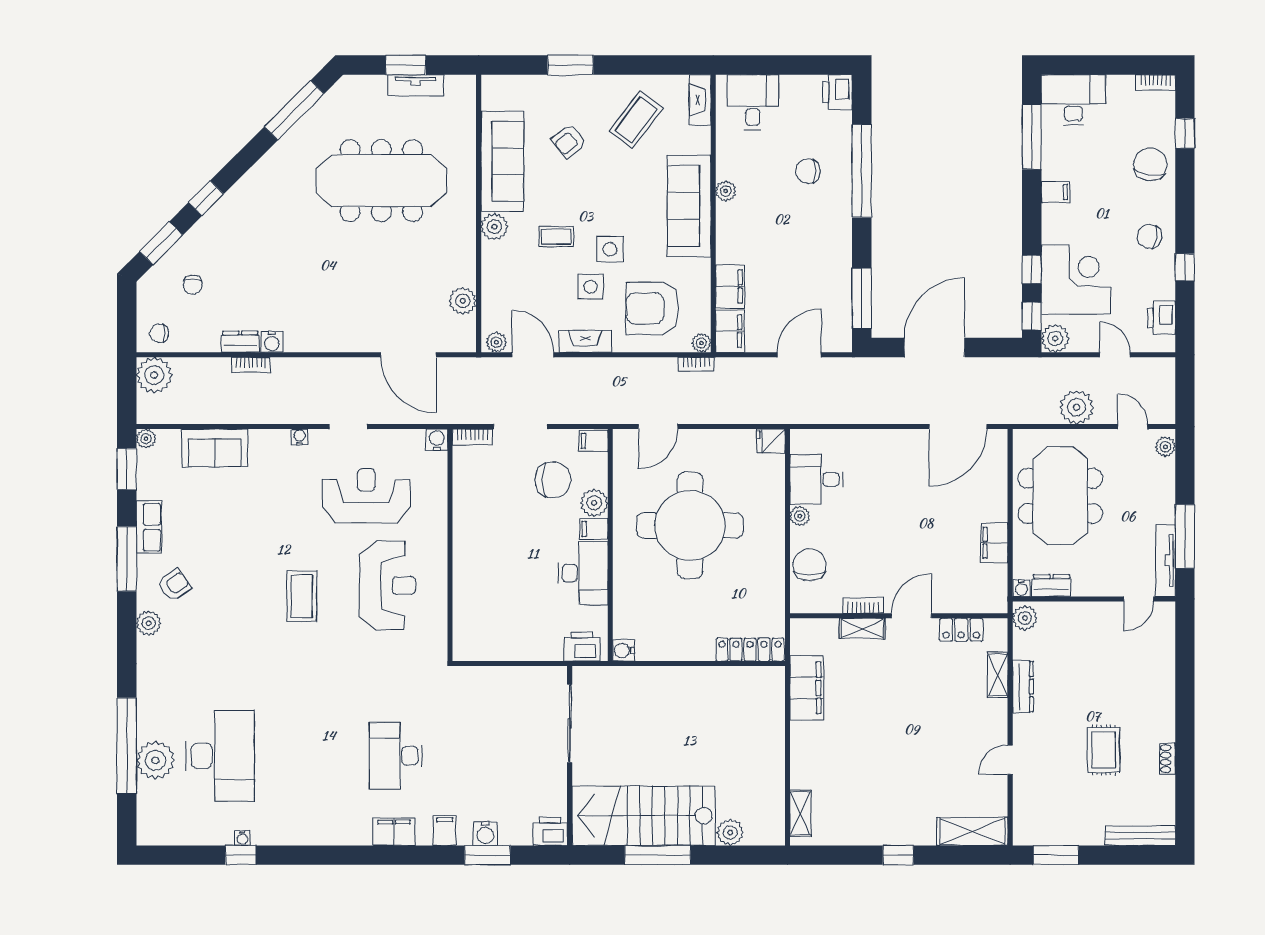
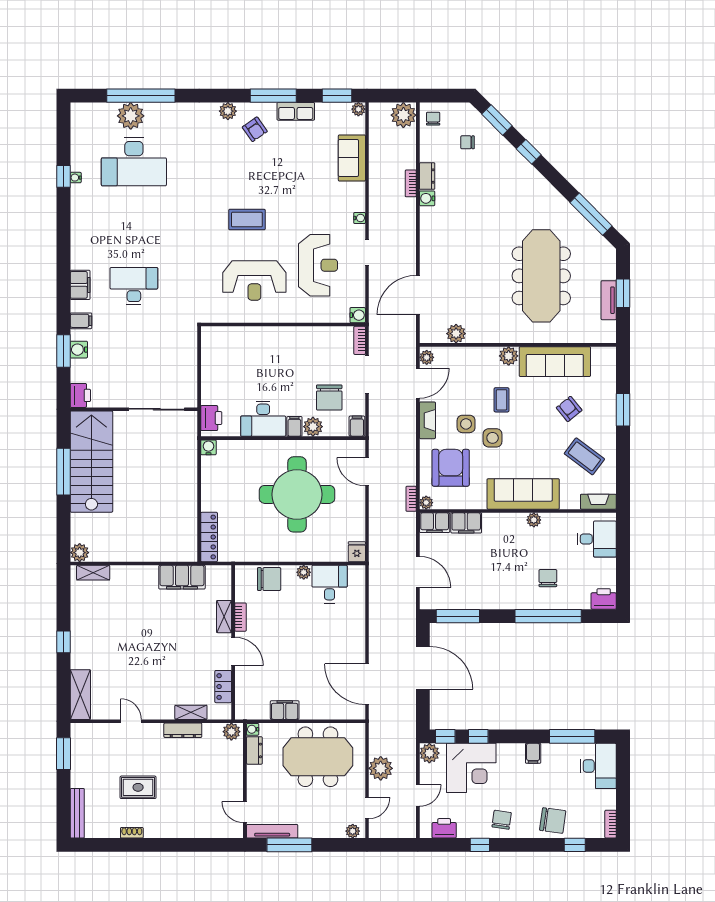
plant: (730, 832) -> (80, 553), moved

